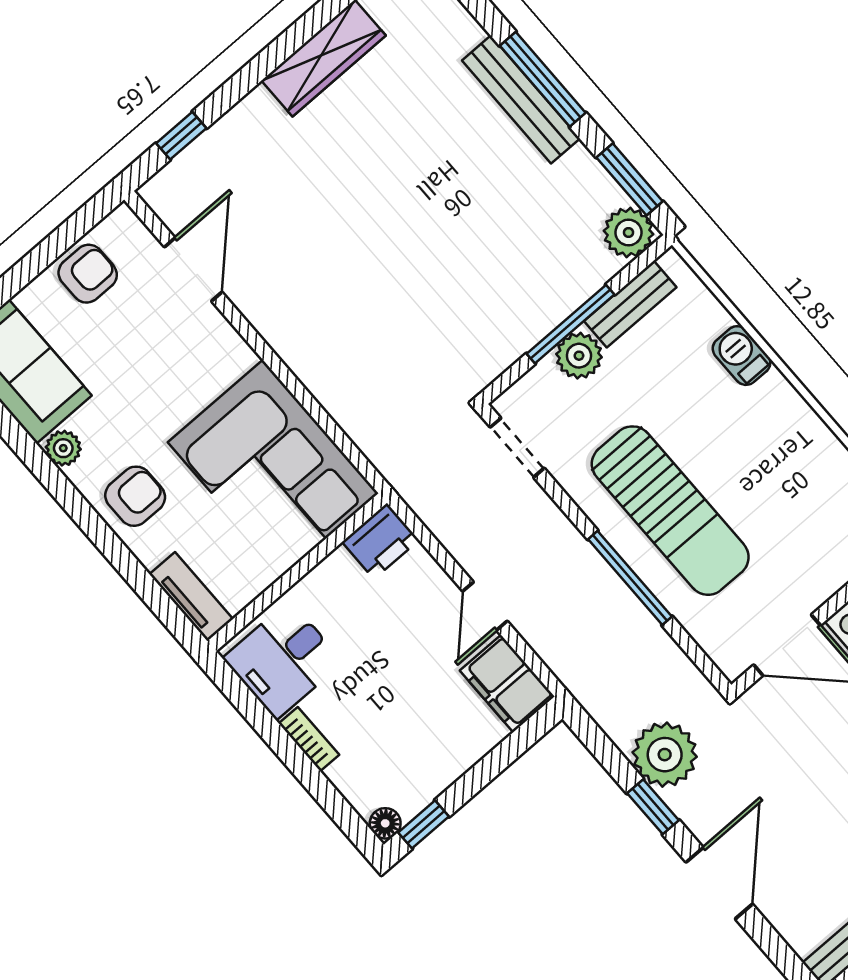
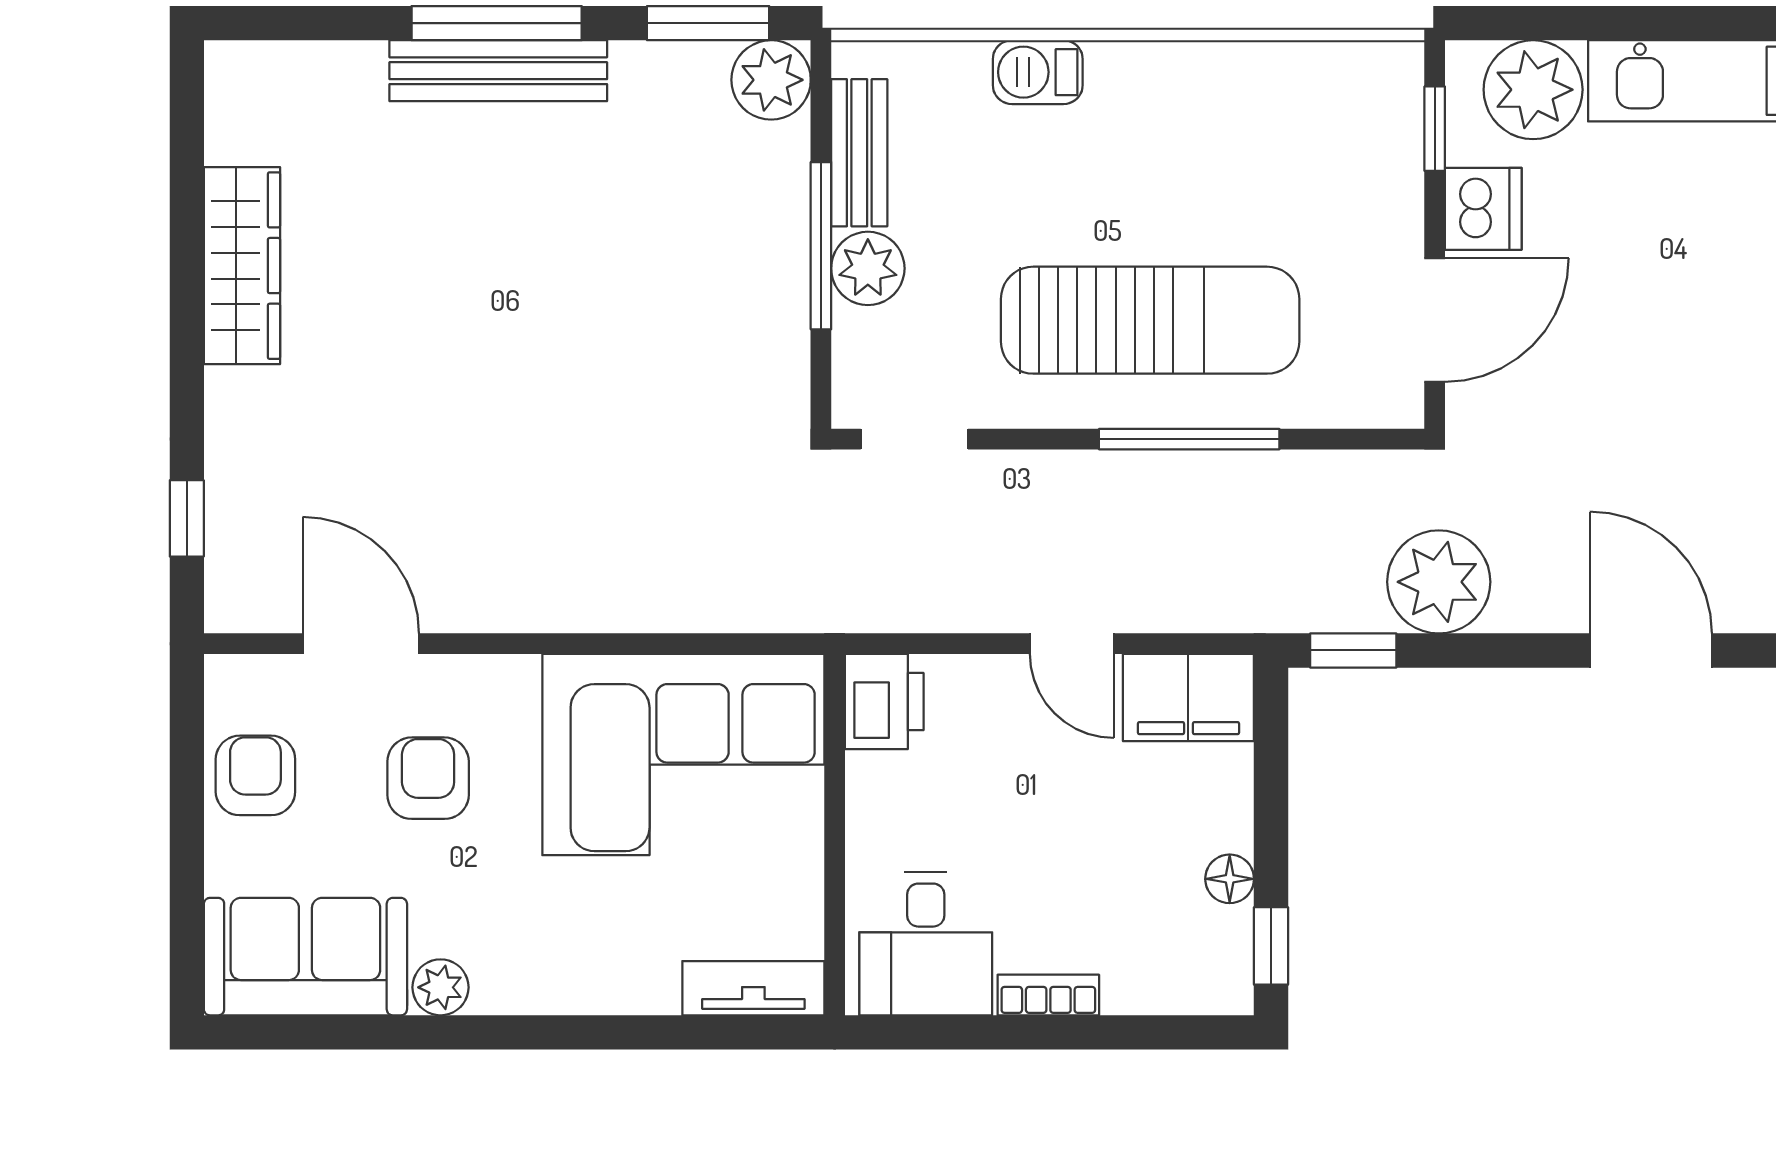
armchair: (135, 496) -> (428, 778), moved
window: (653, 807) -> (1353, 650), moved
floor lamp: (385, 823) -> (1230, 879), moved

